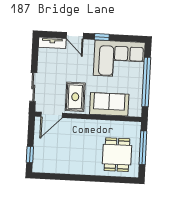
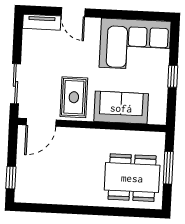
window: (102, 37) -> (111, 14), removed
window: (146, 82) -> (173, 76), width x0.32
window: (143, 148) -> (168, 168), width x0.69
dining table: (117, 155) -> (132, 178), width x1.38

